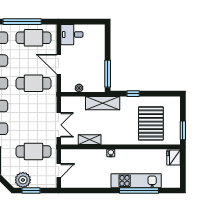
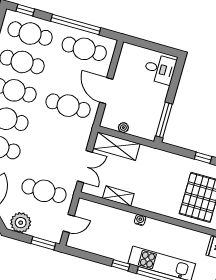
desk: (72, 35) -> (160, 69), moved, turned 180
window: (133, 94) -> (203, 158), moved
shelving: (103, 103) -> (116, 146), moved
window: (31, 190) -> (43, 243), moved
window: (106, 190) -> (121, 265), added

